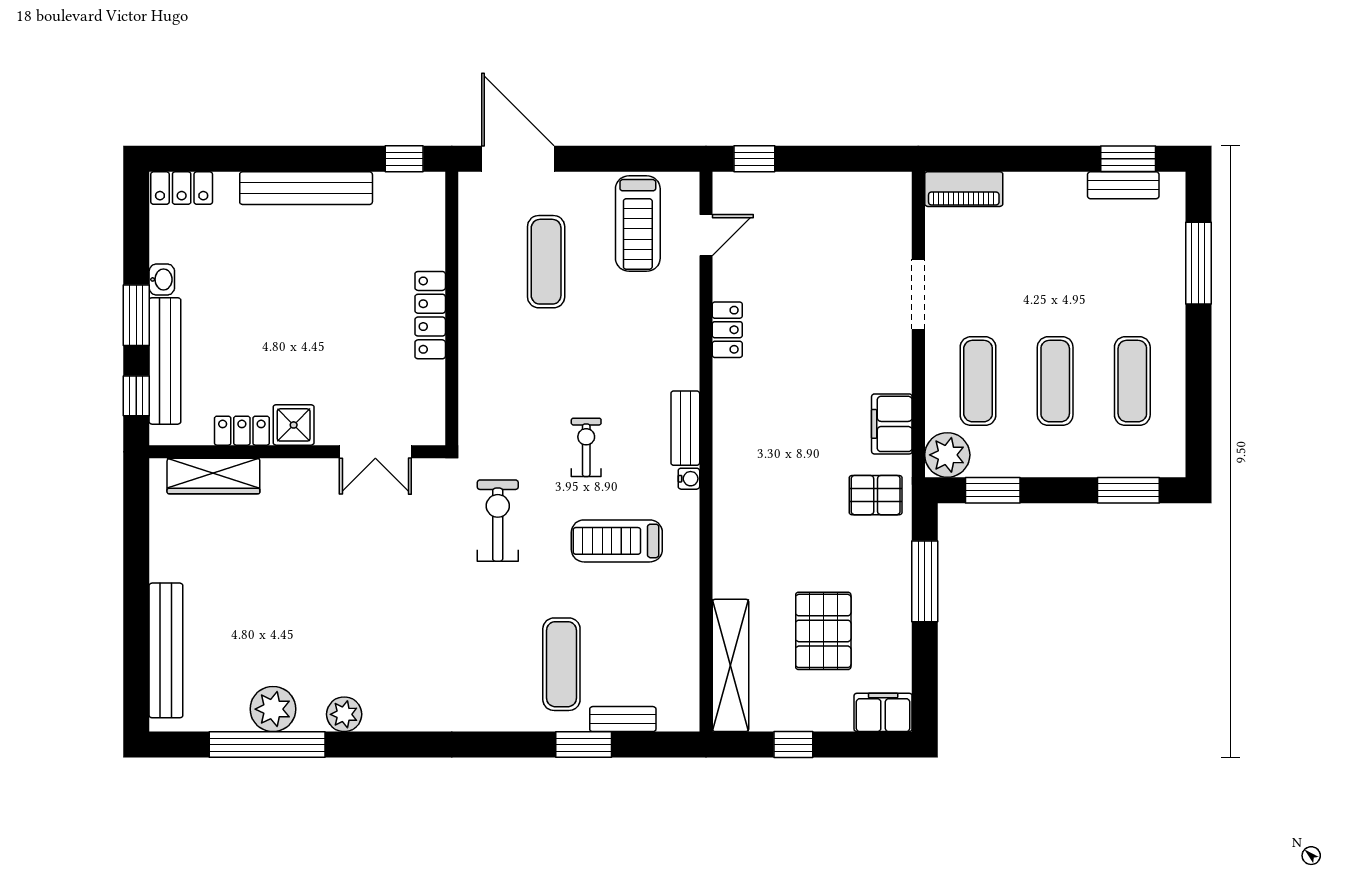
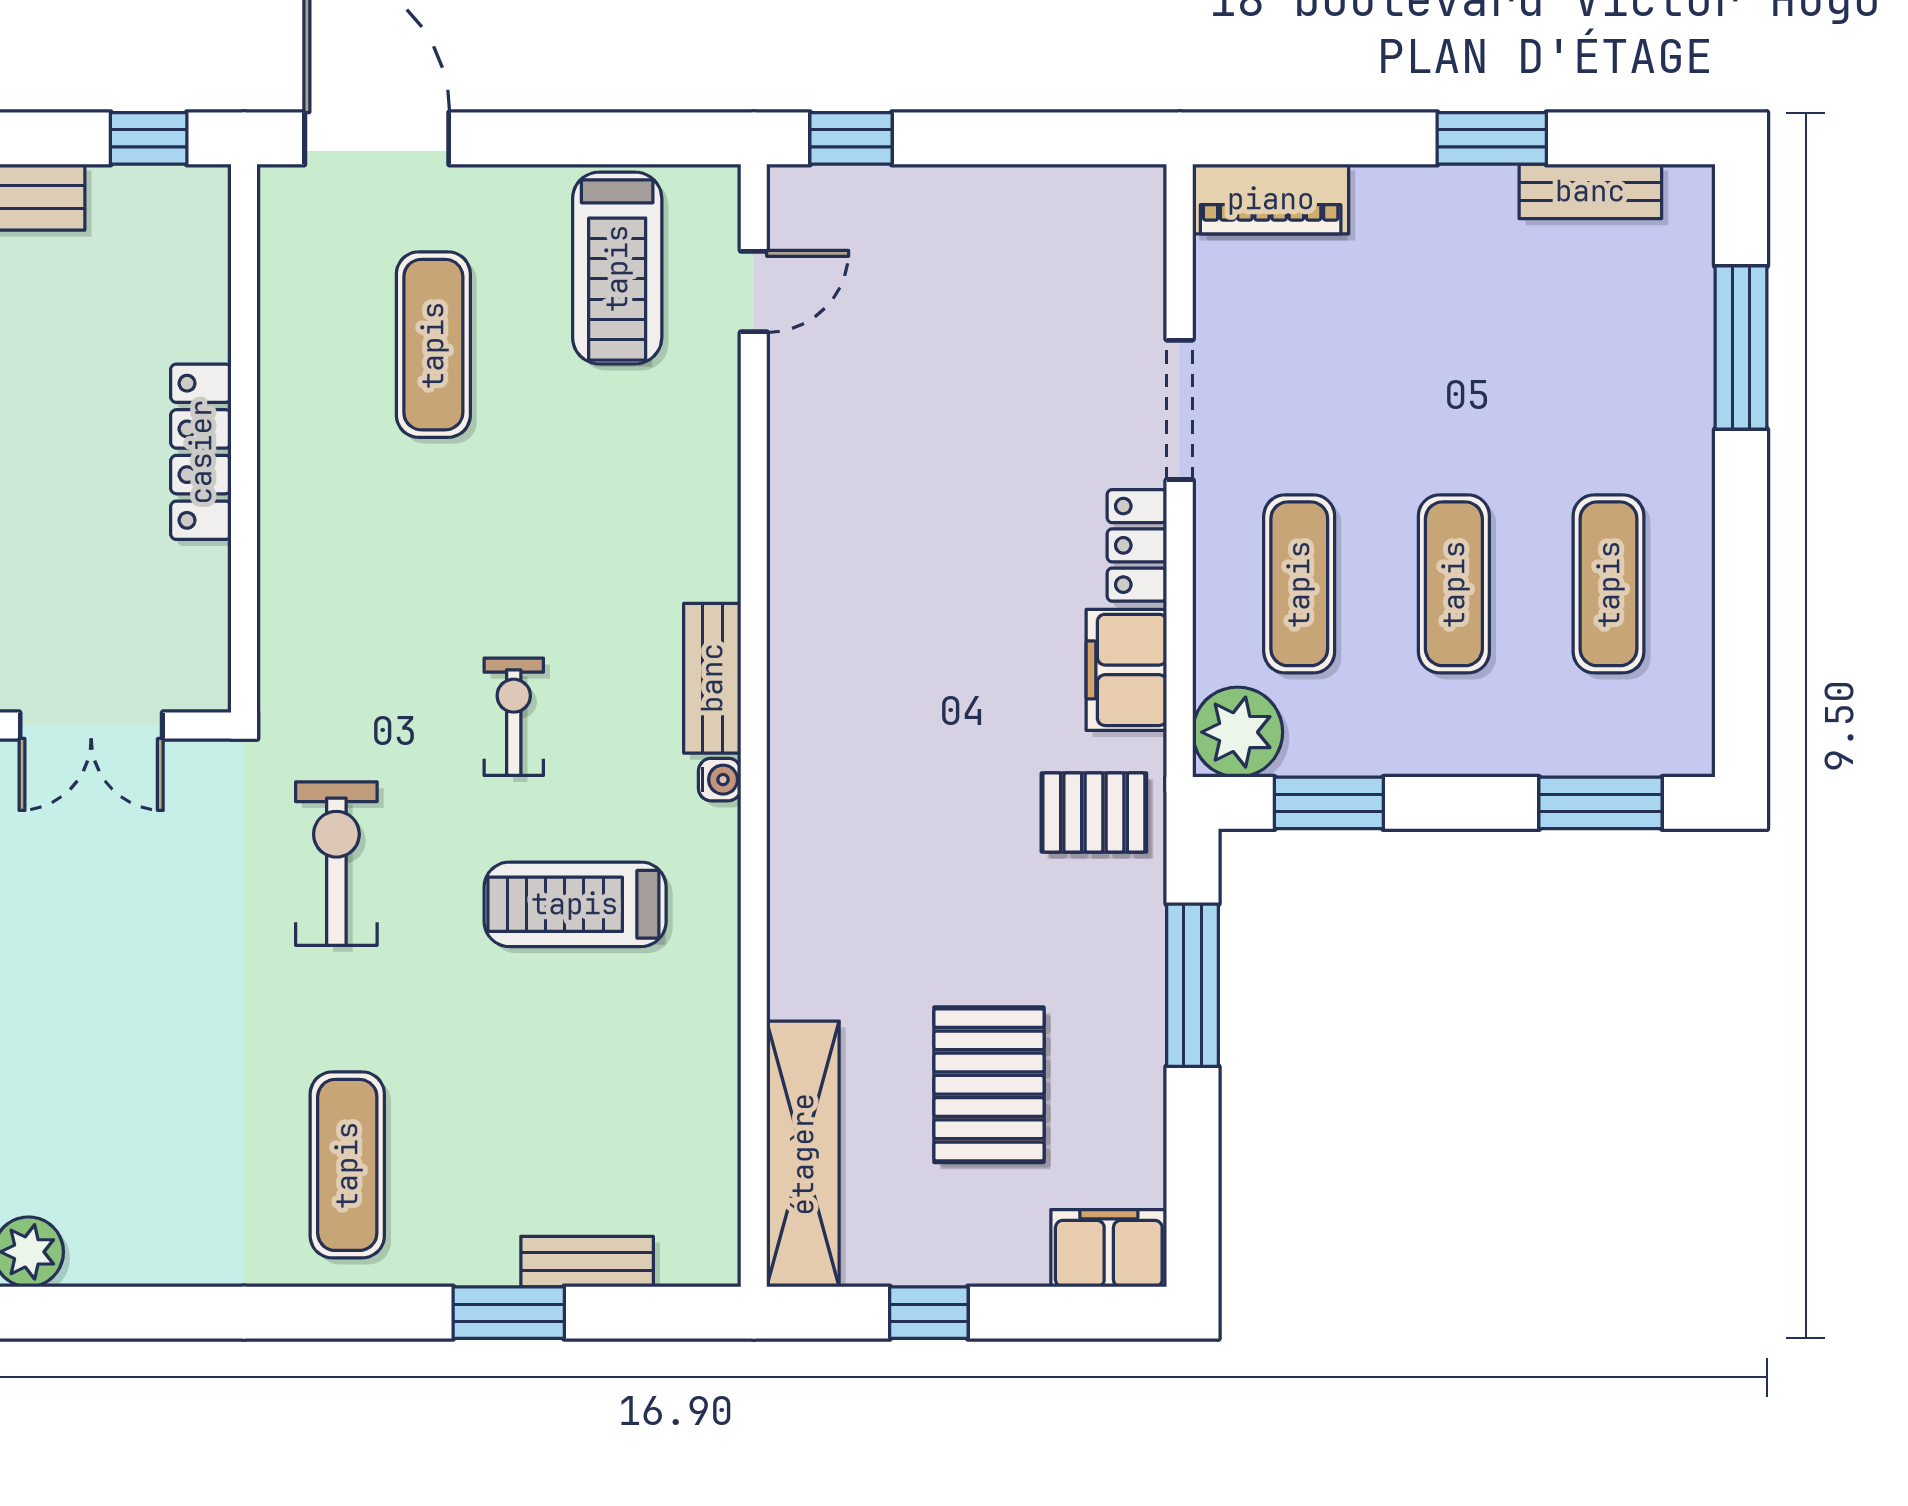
window: (1128, 159) -> (1492, 138), moved
locker: (727, 330) -> (1137, 545), moved, turned 180
exercise mat: (561, 664) -> (347, 1165), moved

